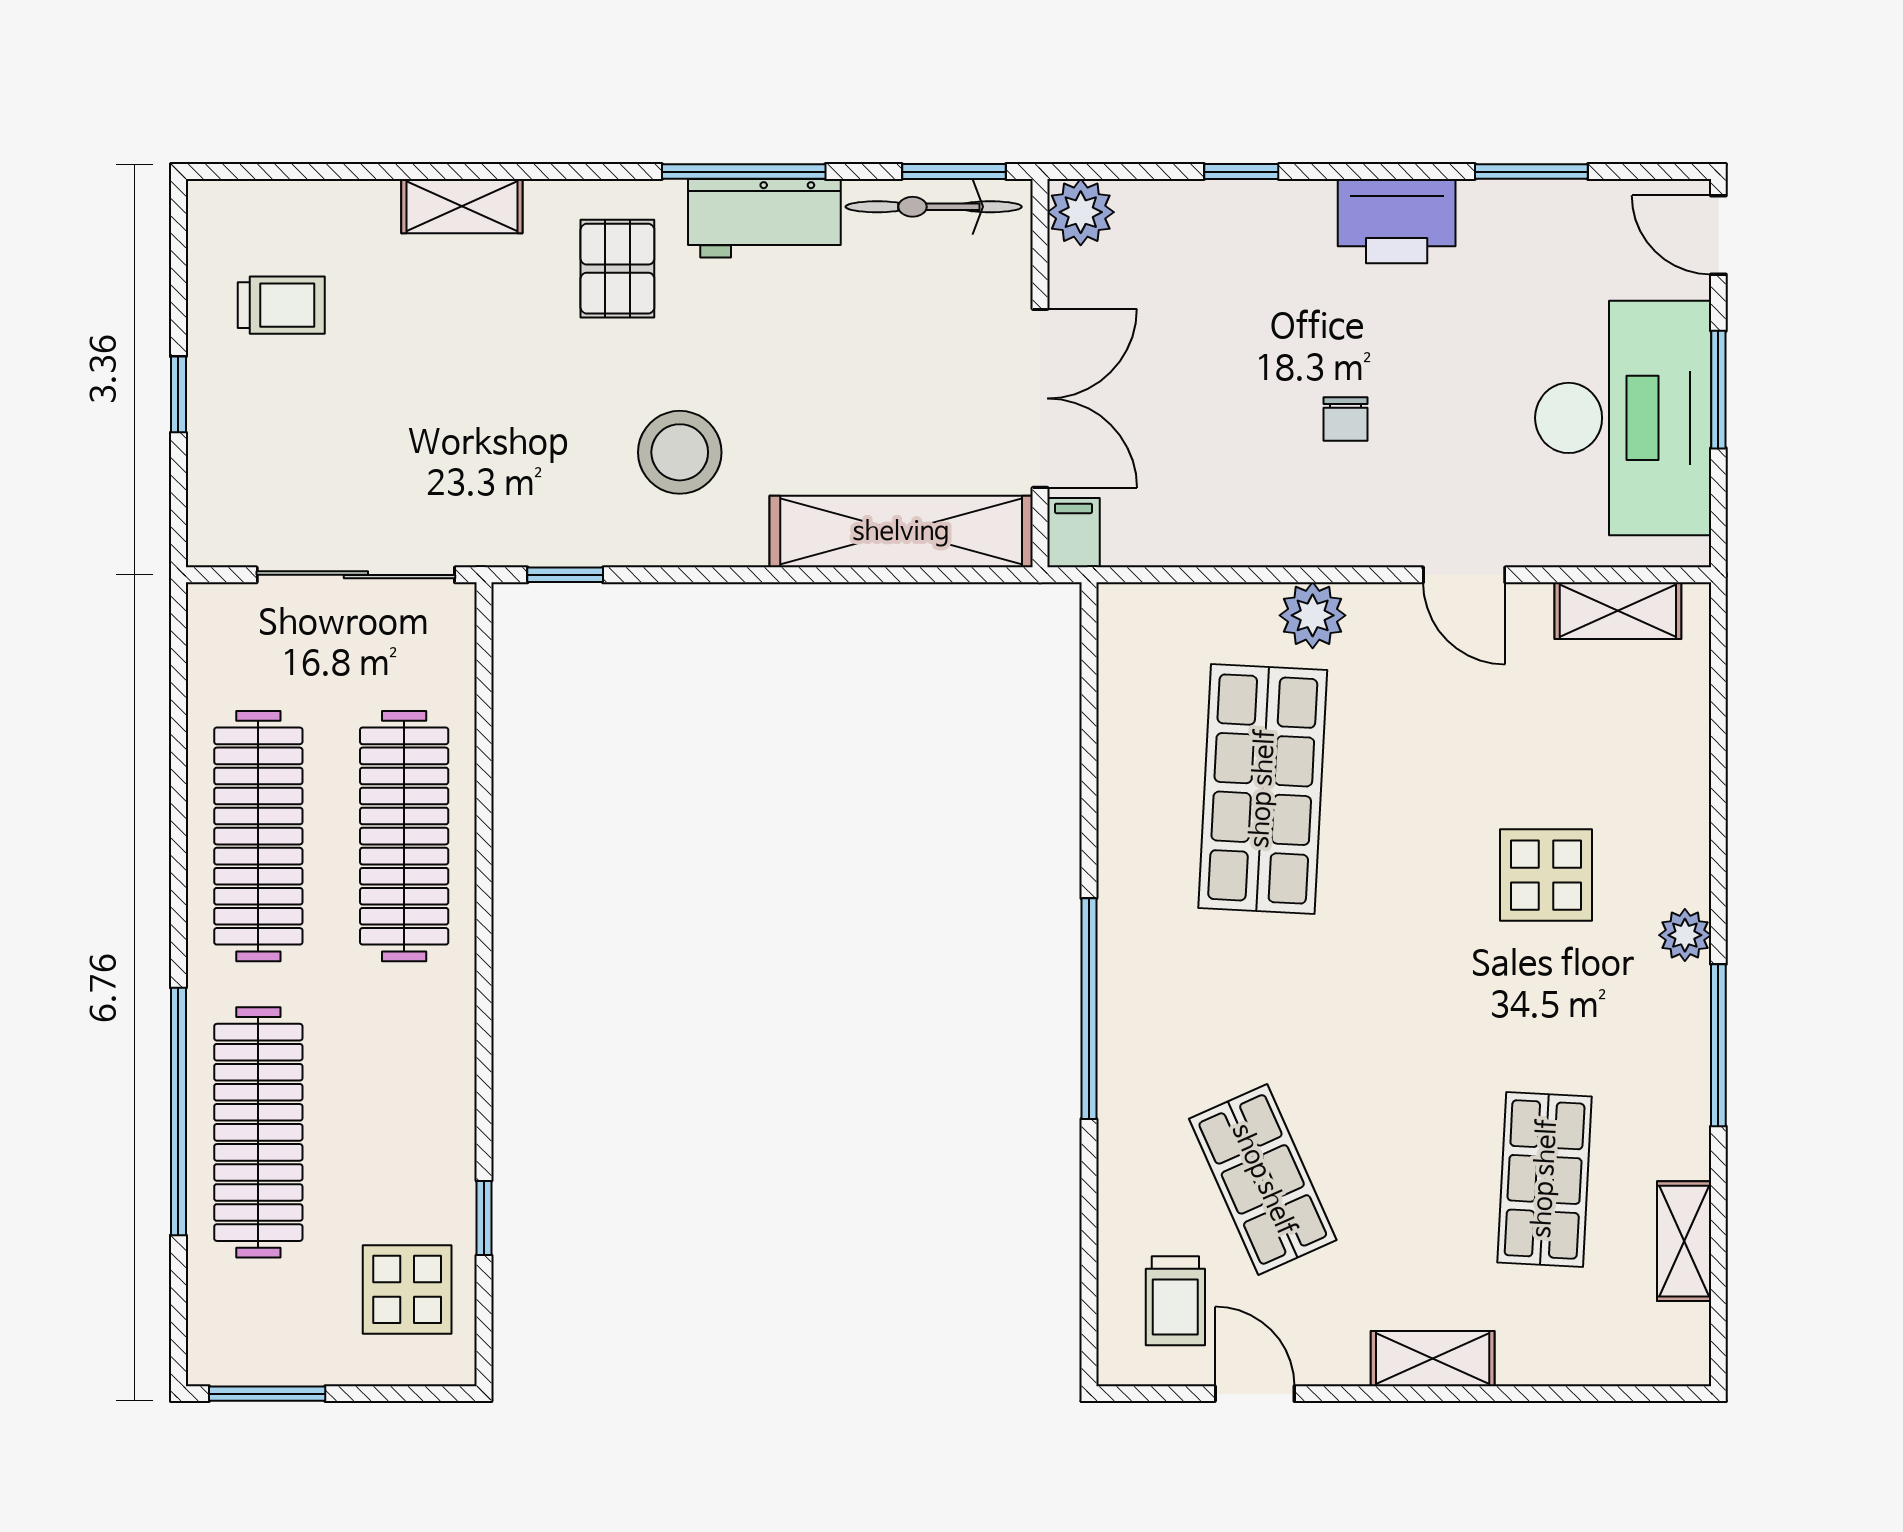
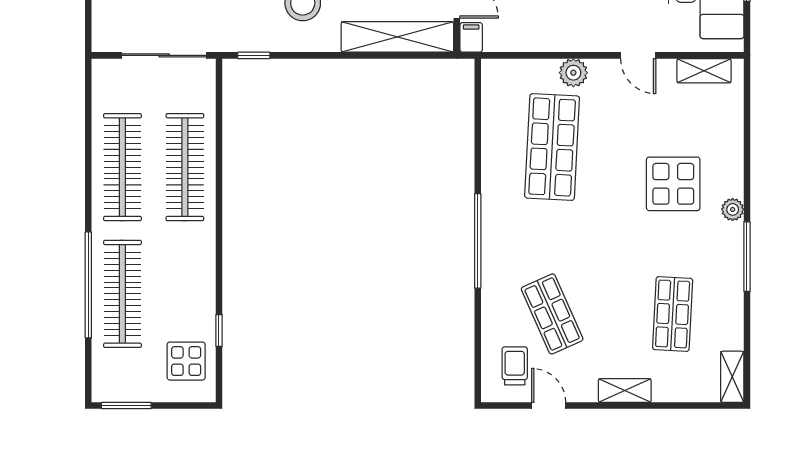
display table: (1546, 875) -> (673, 184), width x1.36, depth x1.36
shelving: (1684, 1241) -> (732, 377), moved
trolley: (1175, 1301) -> (515, 366), turned 180

